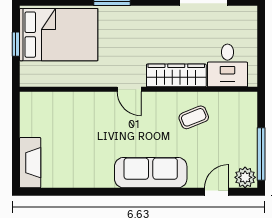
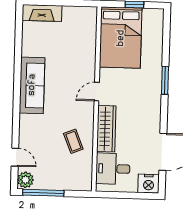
nightstand: (245, 19) -> (149, 184), added
bed: (59, 35) -> (121, 38), moved
sofa: (151, 173) -> (32, 85), moved

